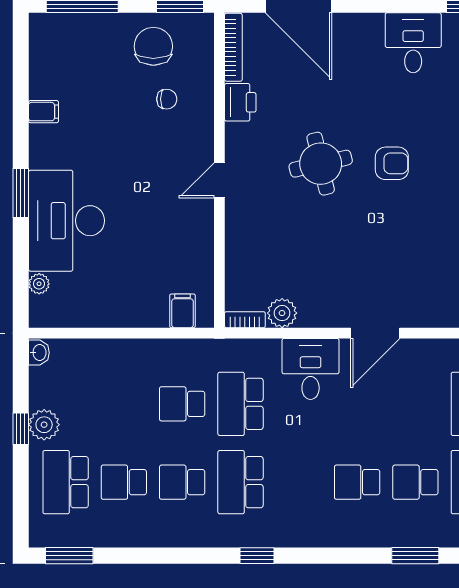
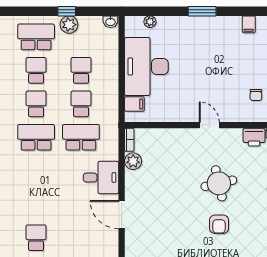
desk: (67, 221) -> (146, 66), moved, turned -90
school desk: (357, 482) -> (81, 70), moved

